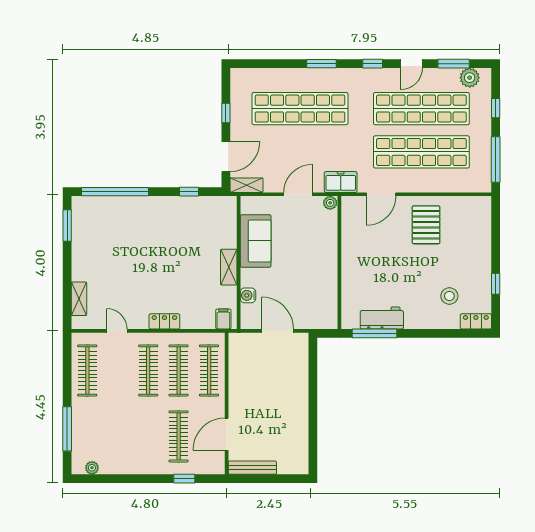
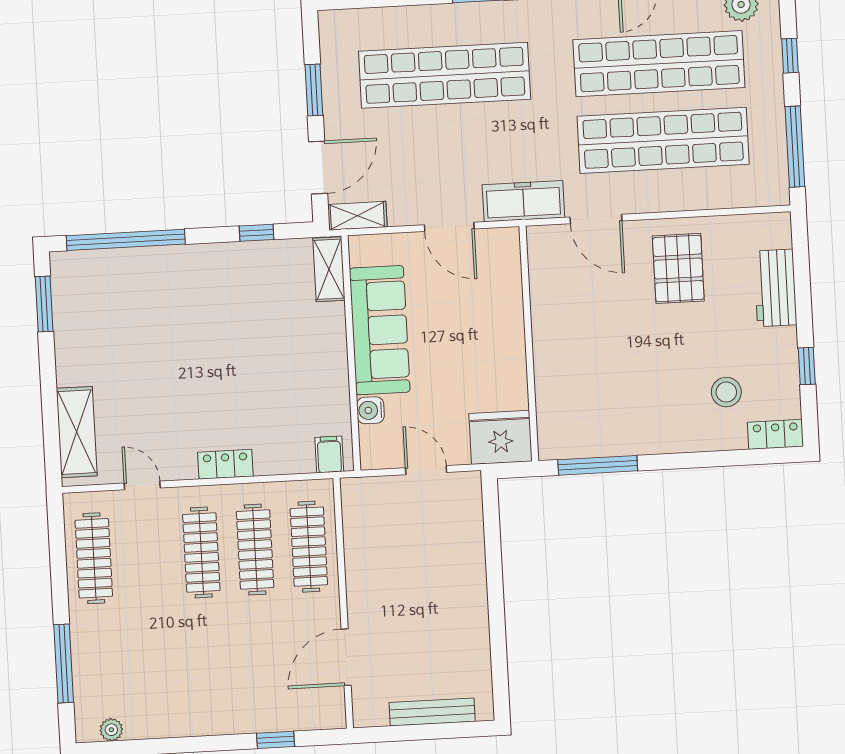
window: (226, 113) -> (314, 90), width x1.50
freezer: (341, 182) -> (523, 201), width x1.40
door: (298, 194) -> (449, 227), swing flipped
door: (381, 194) -> (596, 219), hinge flipped
plant: (330, 203) -> (507, 239), removed
sofa: (256, 241) -> (380, 330), width x1.36
shelving: (229, 267) -> (329, 269), moved
shelving: (79, 299) -> (77, 432), width x1.50, depth x1.33
fridge: (321, 315) -> (500, 437), added
workbench: (382, 318) -> (775, 288), moved, turned -90
door: (278, 331) -> (426, 470), width x0.73
clothes rail: (179, 436) -> (261, 666), removed
bench: (252, 468) -> (432, 712), moved

